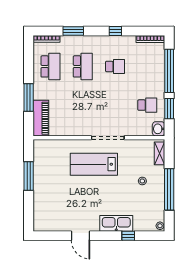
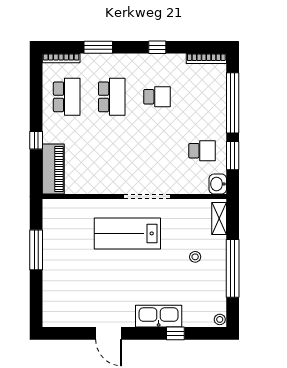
window: (29, 98) -> (36, 140), width x0.46

